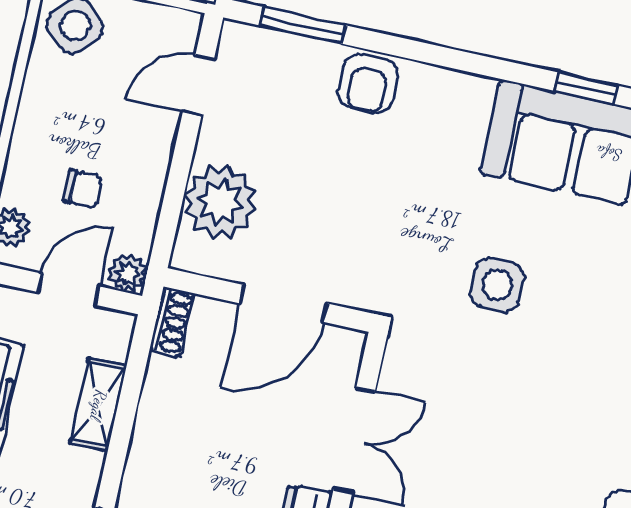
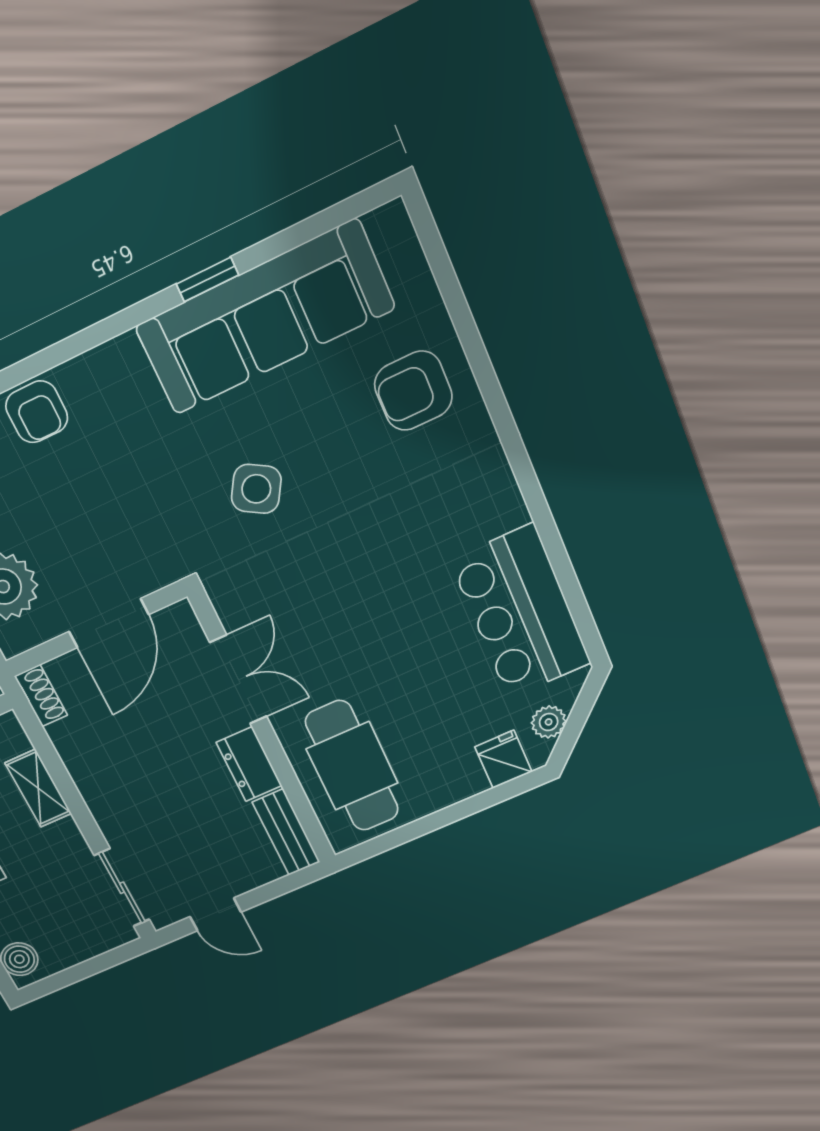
side table: (497, 285) -> (256, 489), turned 31

